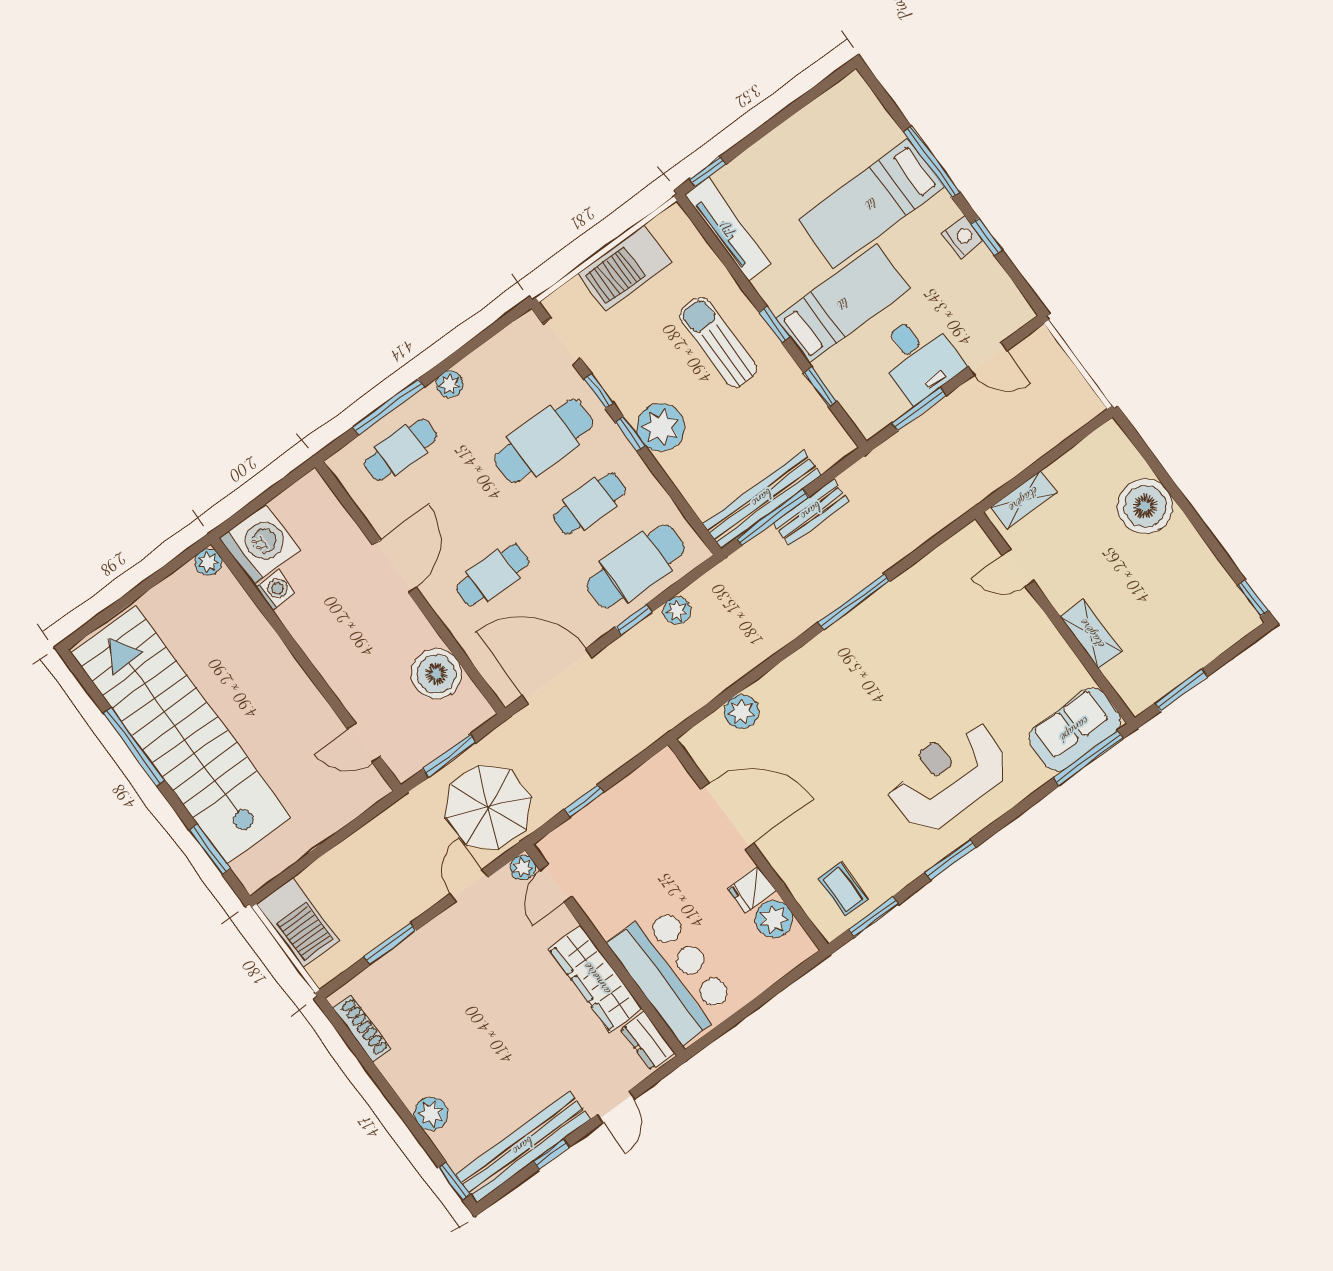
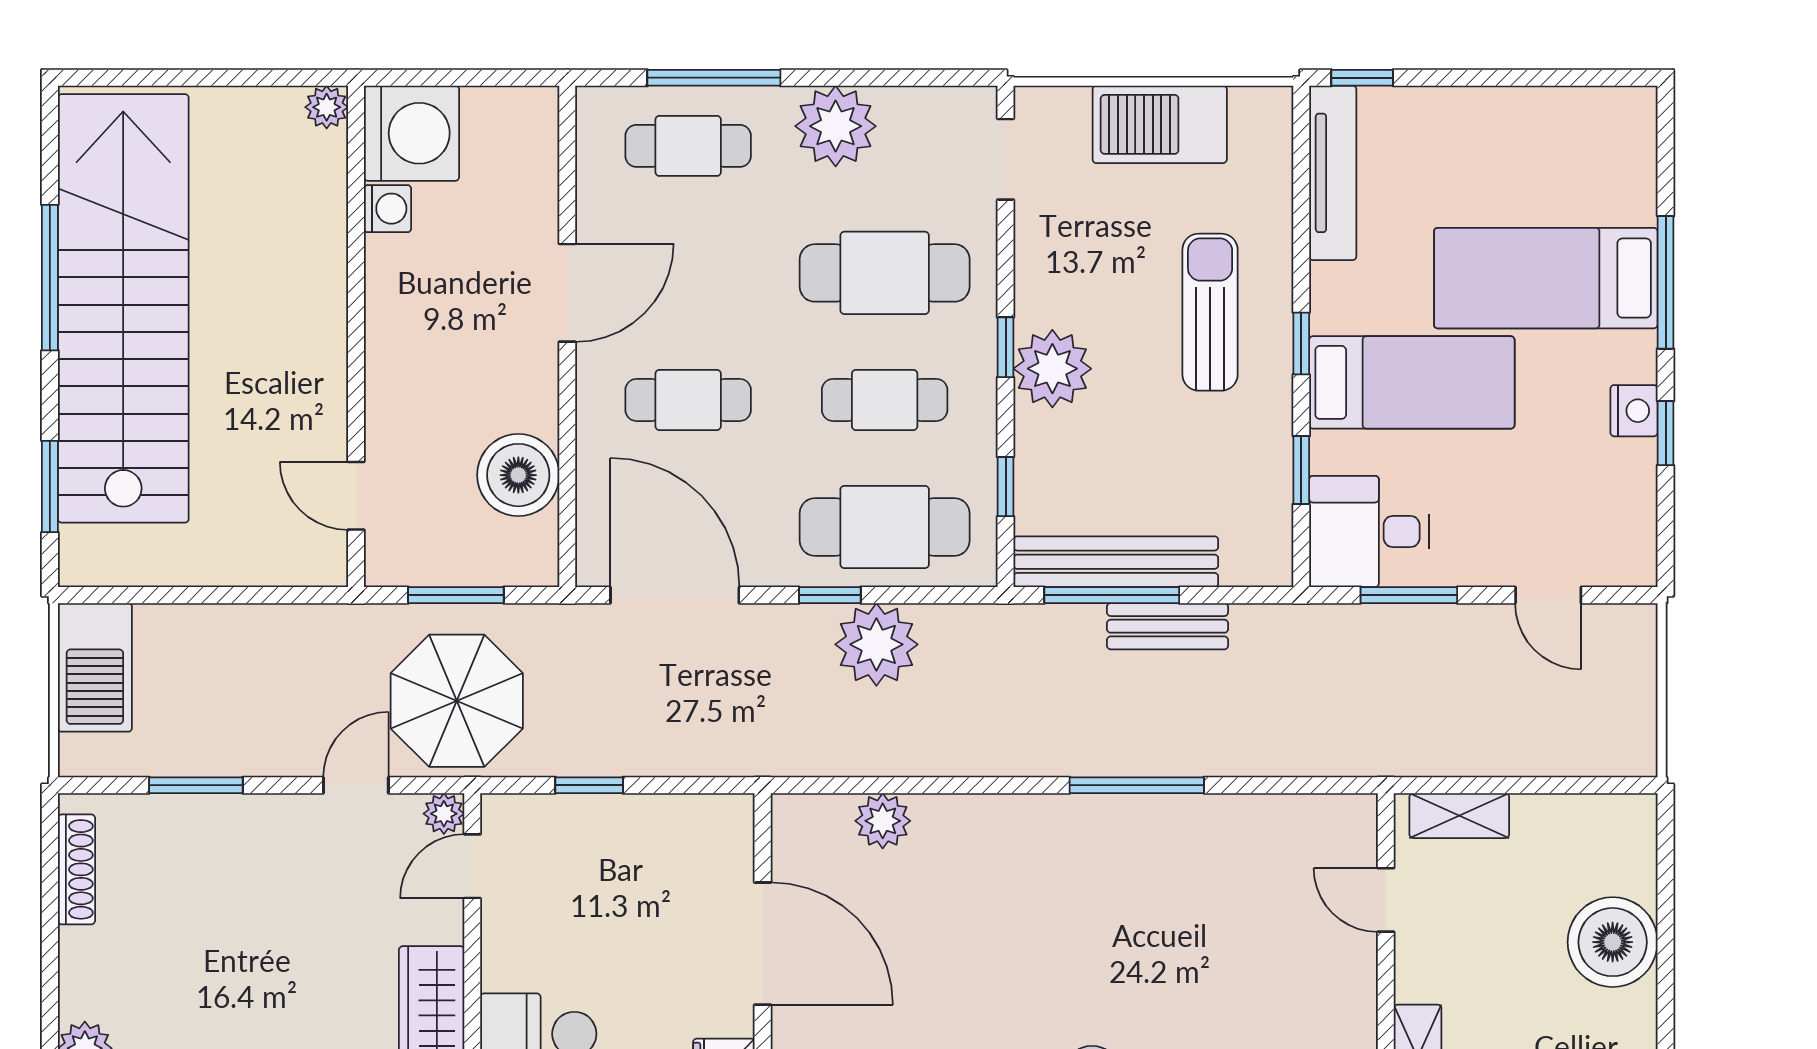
desk: (919, 358) -> (1369, 532), moved, turned 90
plant: (450, 384) -> (836, 126), width x1.88, depth x1.88
window: (598, 391) -> (1006, 487), moved
plant: (677, 611) -> (876, 644), width x1.88, depth x1.88

